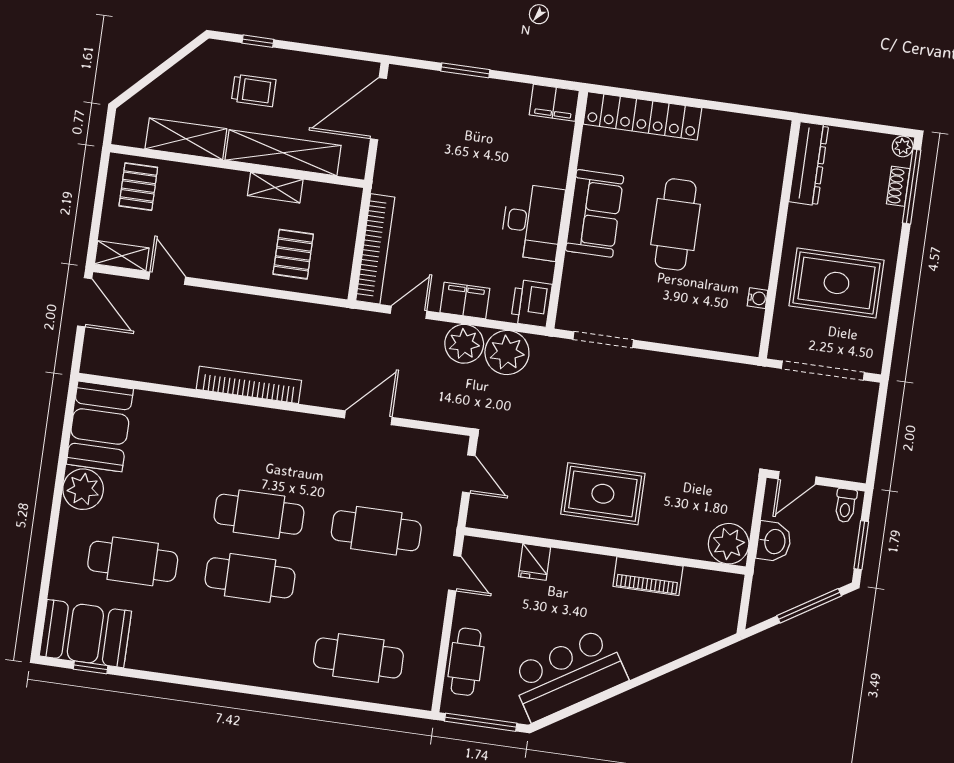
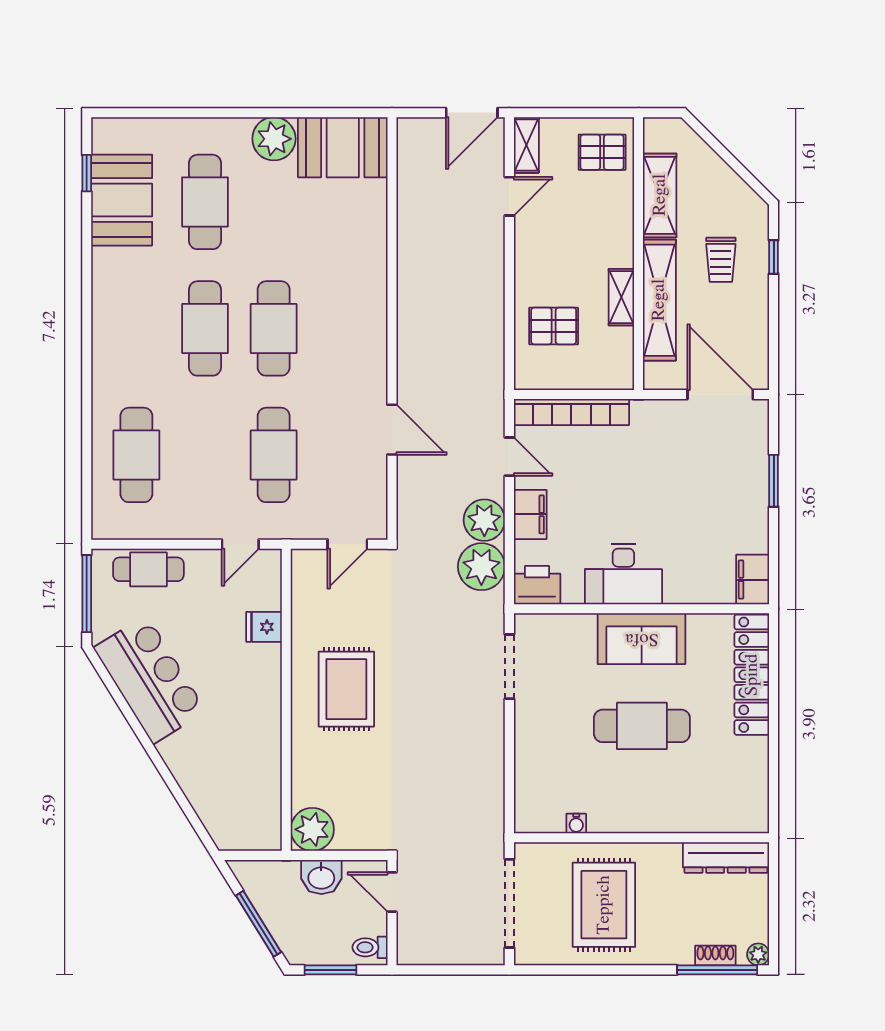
bookcase: (249, 385) -> (409, 299), removed
piano: (648, 576) -> (266, 749), removed
booth: (85, 634) -> (122, 200), moved

